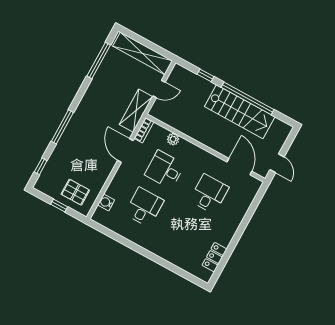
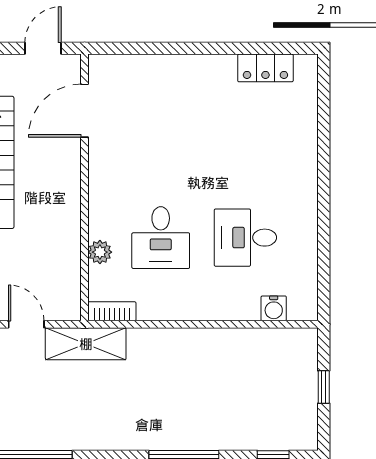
door: (125, 150) -> (165, 324), removed
pallet: (75, 192) -> (285, 372), removed
desk: (209, 194) -> (161, 137), removed

